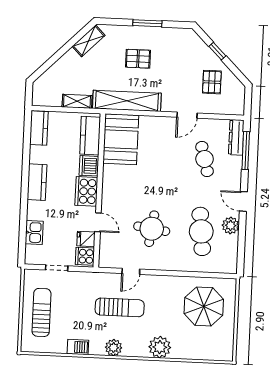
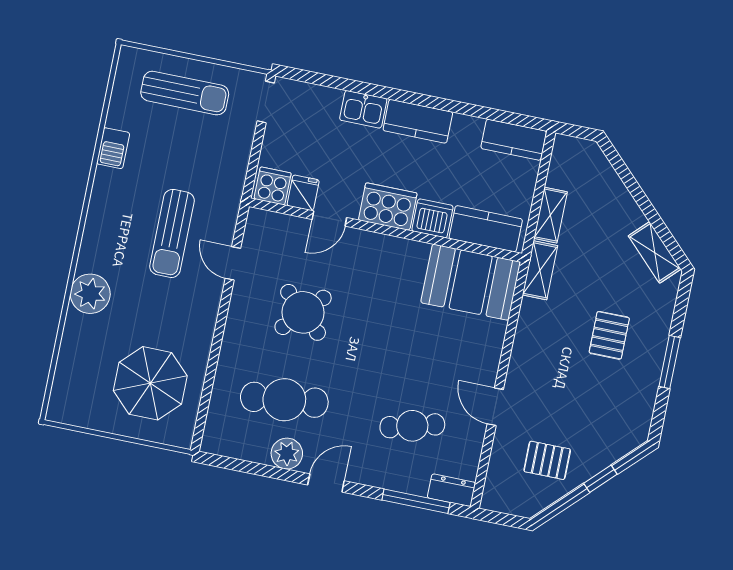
shelving: (127, 101) -> (540, 270), width x0.45, depth x0.75
dresser: (236, 137) -> (451, 490), width x0.70
round table: (152, 229) -> (303, 312), turned 35
kitchen sink: (34, 233) -> (363, 109), moved
doorway: (57, 268) -> (266, 102), moved
plant: (114, 348) -> (102, 211), removed

